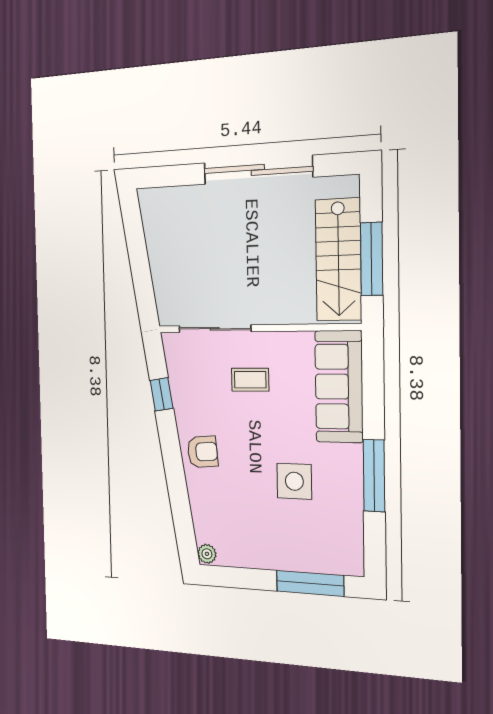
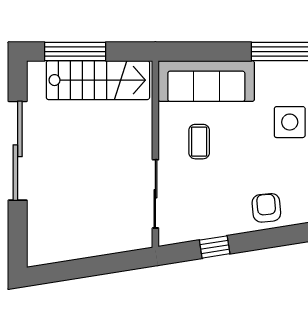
window: (372, 259) -> (75, 52), moved
coffee table: (250, 380) -> (199, 142), moved

